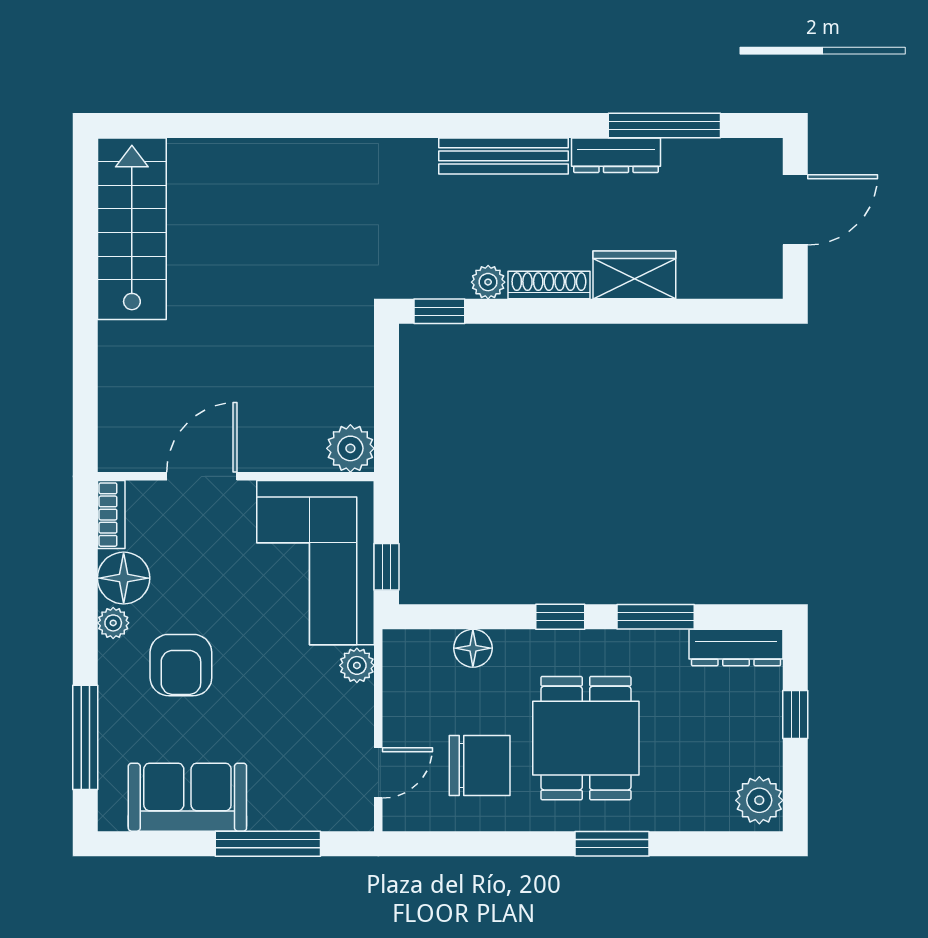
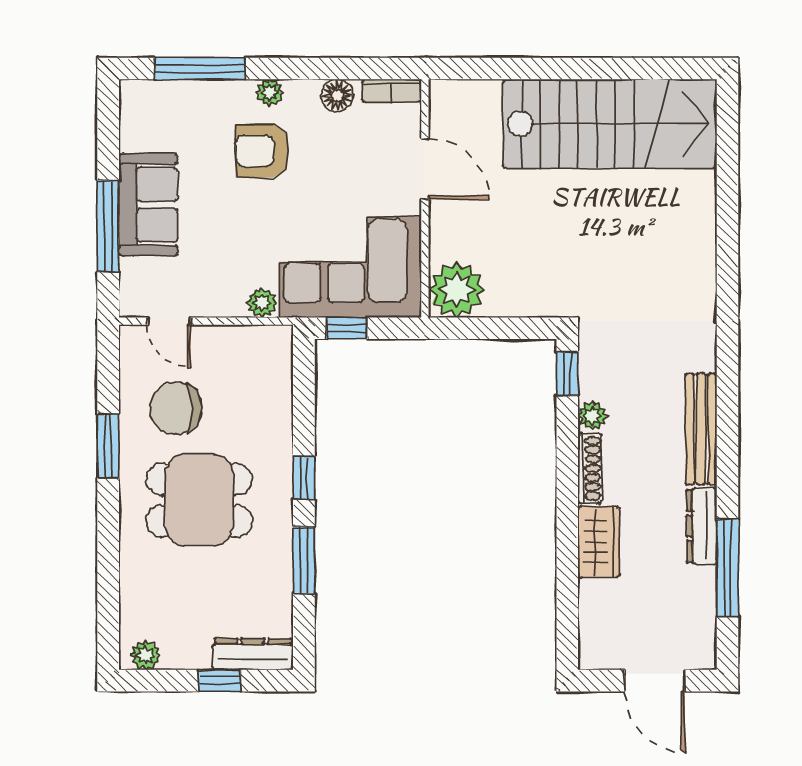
stairs: (132, 229) -> (610, 124), width x1.36, depth x1.51
plant: (350, 448) -> (456, 290), width x1.36, depth x1.36
floor lamp: (124, 578) -> (337, 95), width x0.73, depth x0.73
plant: (113, 623) -> (270, 93), moved
dresser: (736, 647) -> (253, 654), moved, turned 90
floor lamp: (473, 648) -> (277, 403), removed
chair: (480, 766) -> (176, 408), turned 90
sofa: (187, 797) -> (148, 205), moved
plant: (759, 800) -> (146, 655), width x0.73, depth x0.73
window: (612, 844) -> (108, 446), moved

